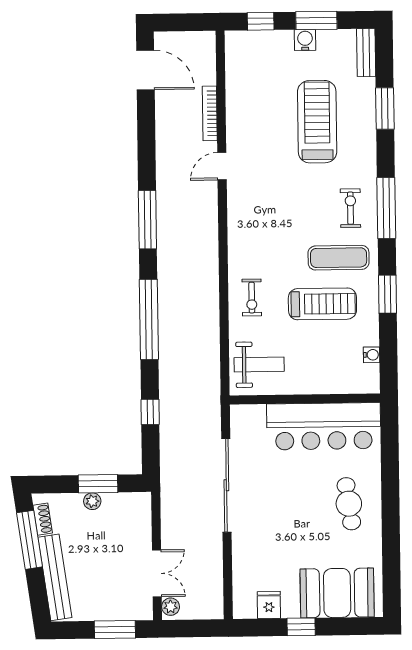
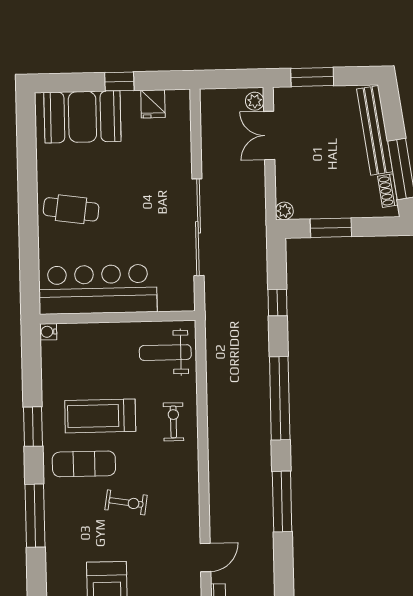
exercise bike: (350, 208) -> (126, 502), moved, turned -81
water cooler: (372, 355) -> (48, 332), moved
plant: (92, 501) -> (284, 211), moved
cafe table: (349, 504) -> (71, 209), turned -74

